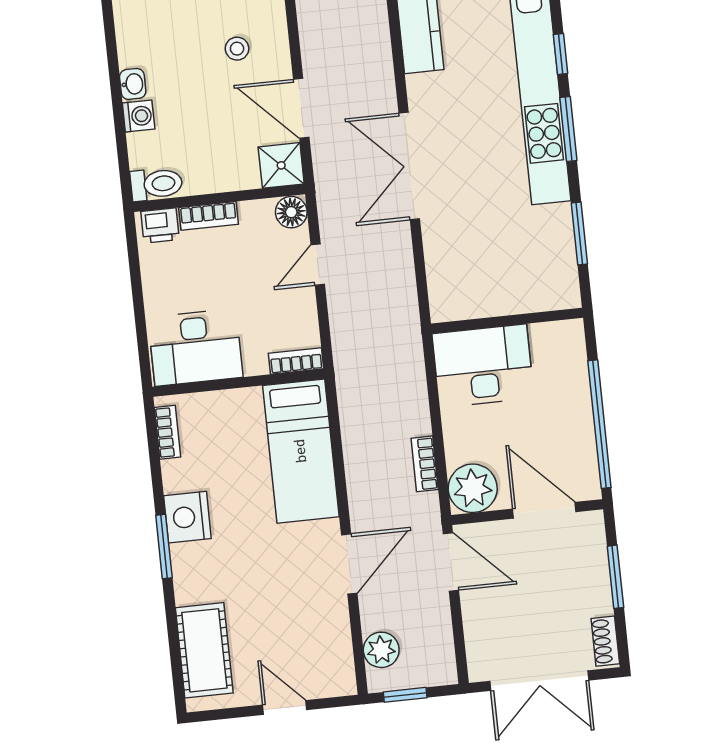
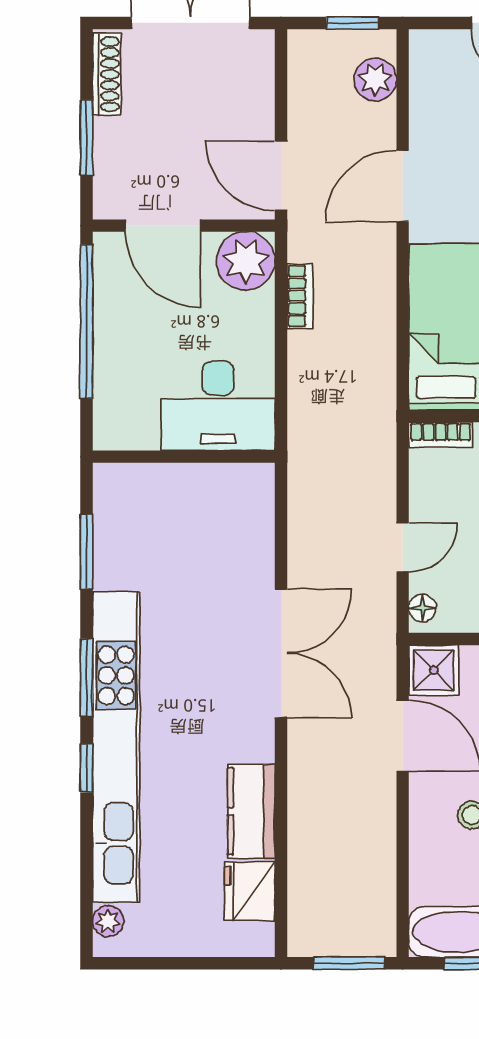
floor lamp: (291, 212) -> (422, 608), width x0.73, depth x0.73
shoe rack: (605, 641) -> (107, 74), width x1.43

